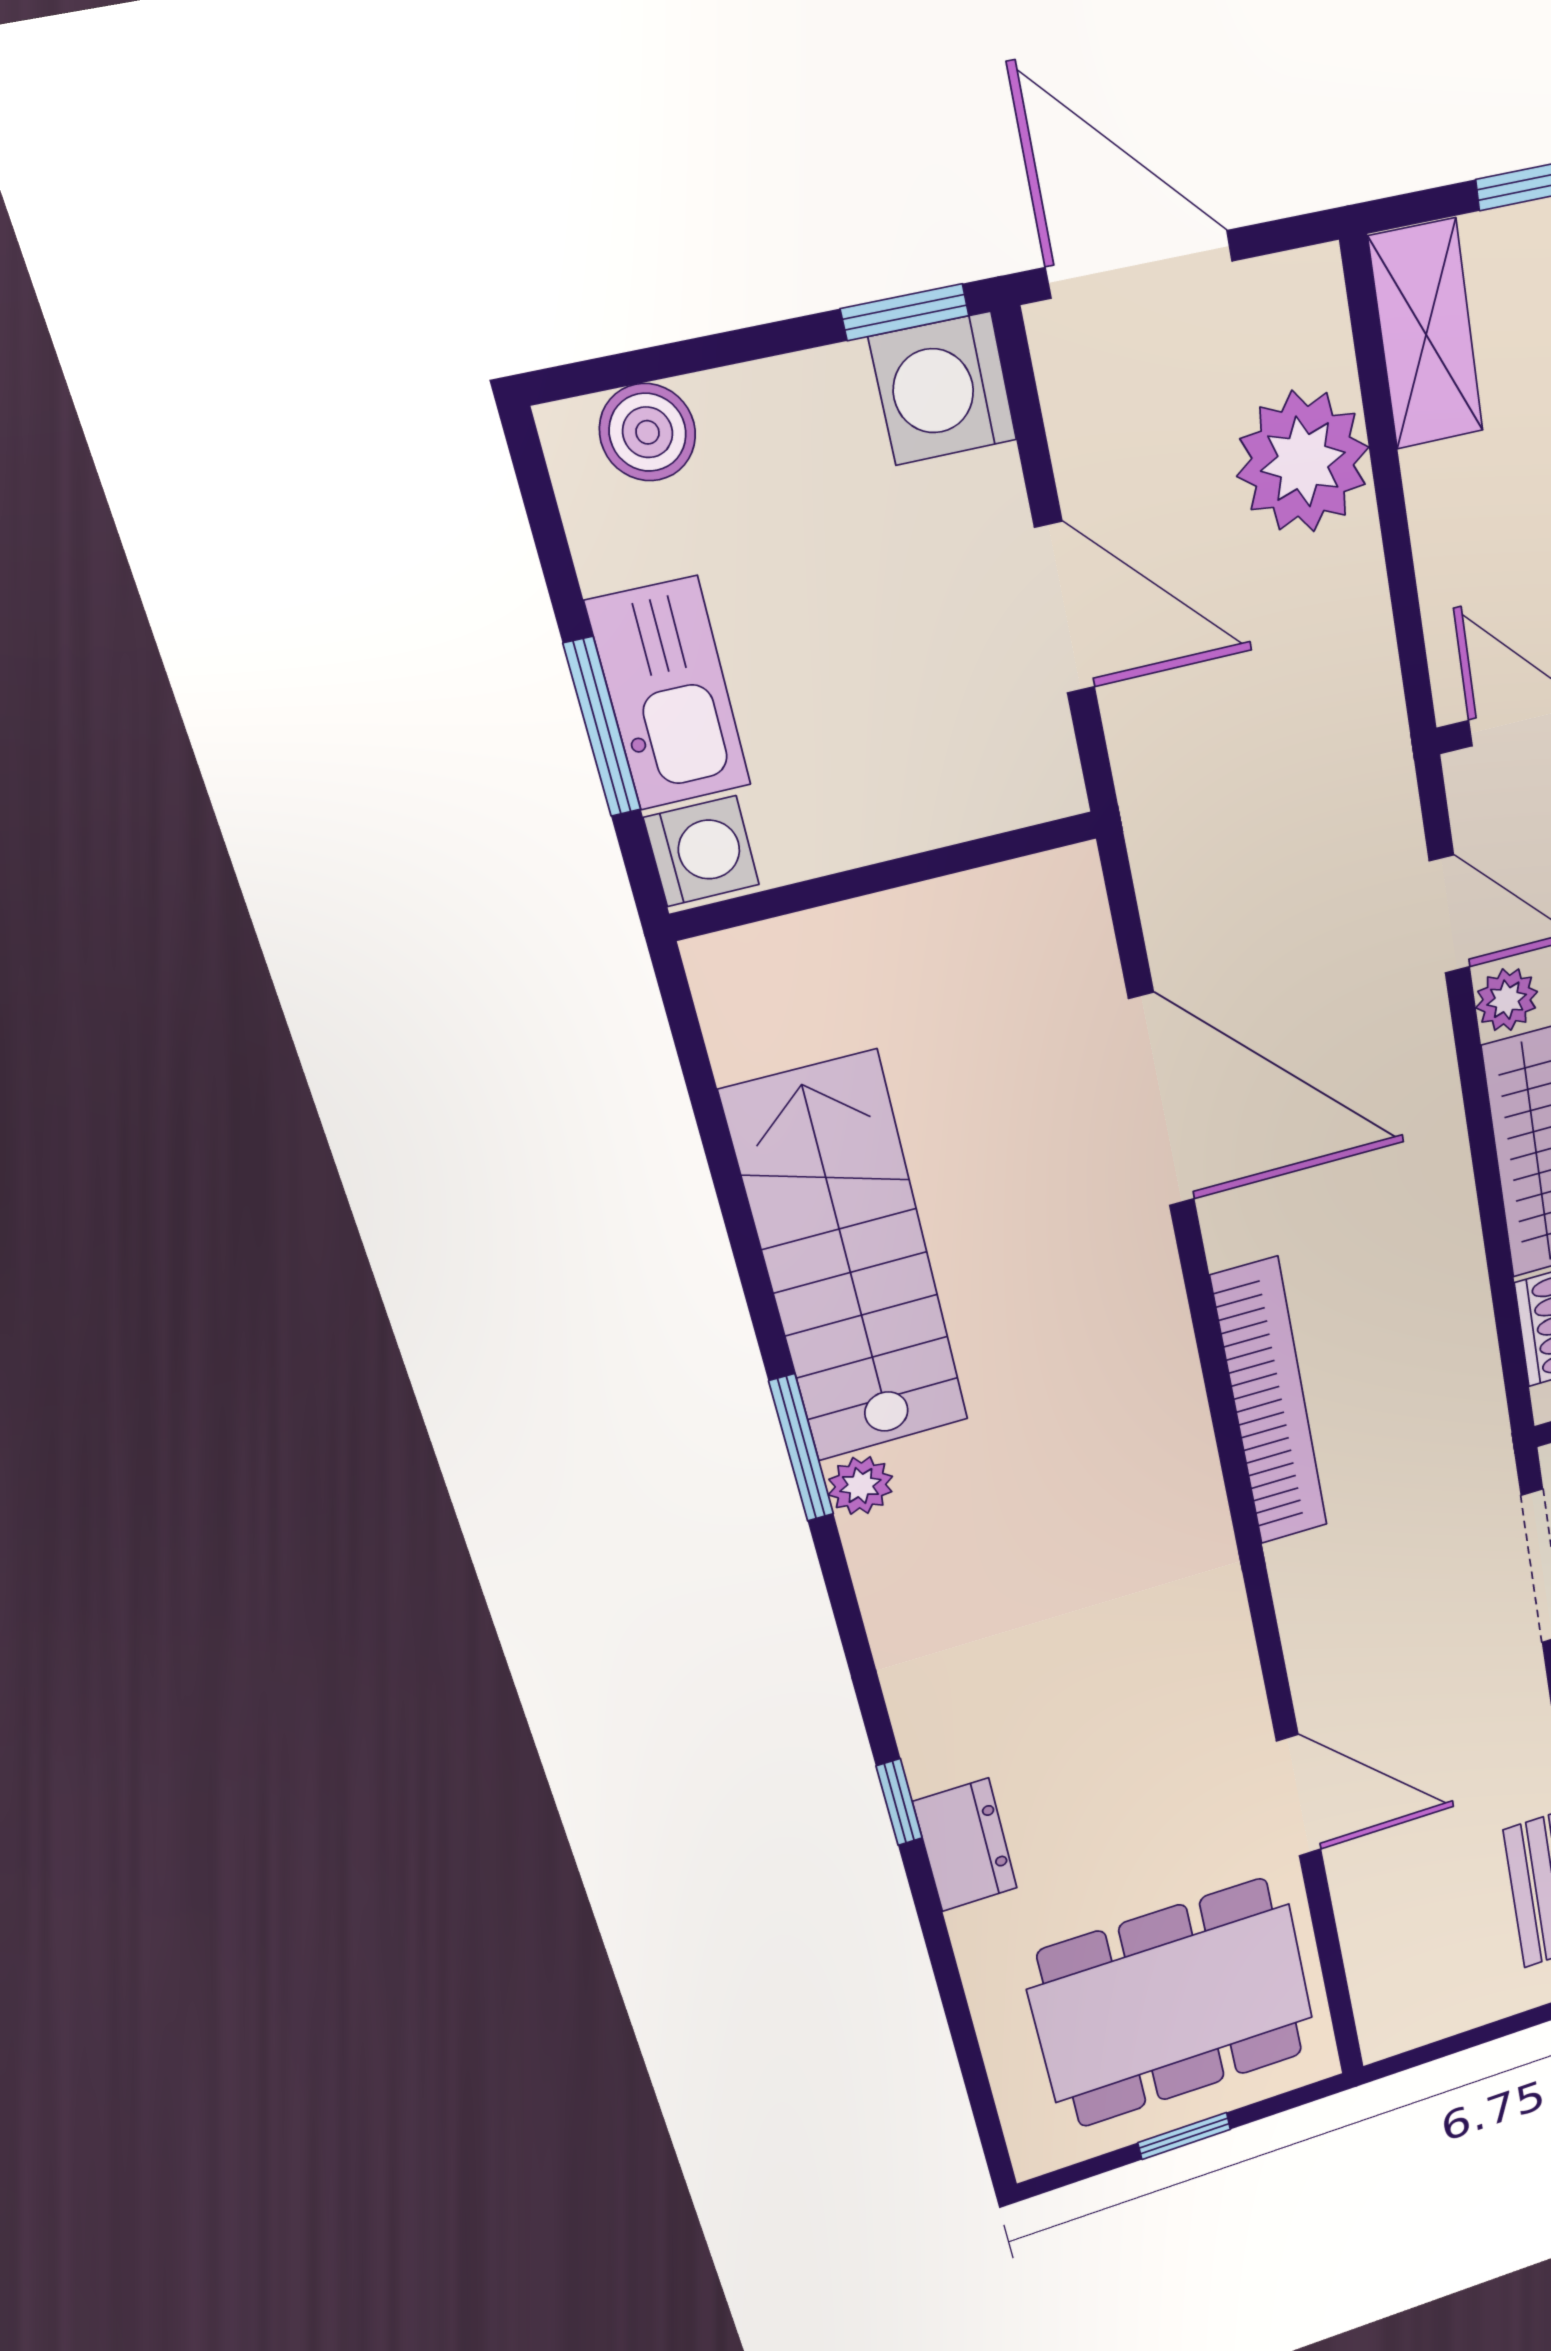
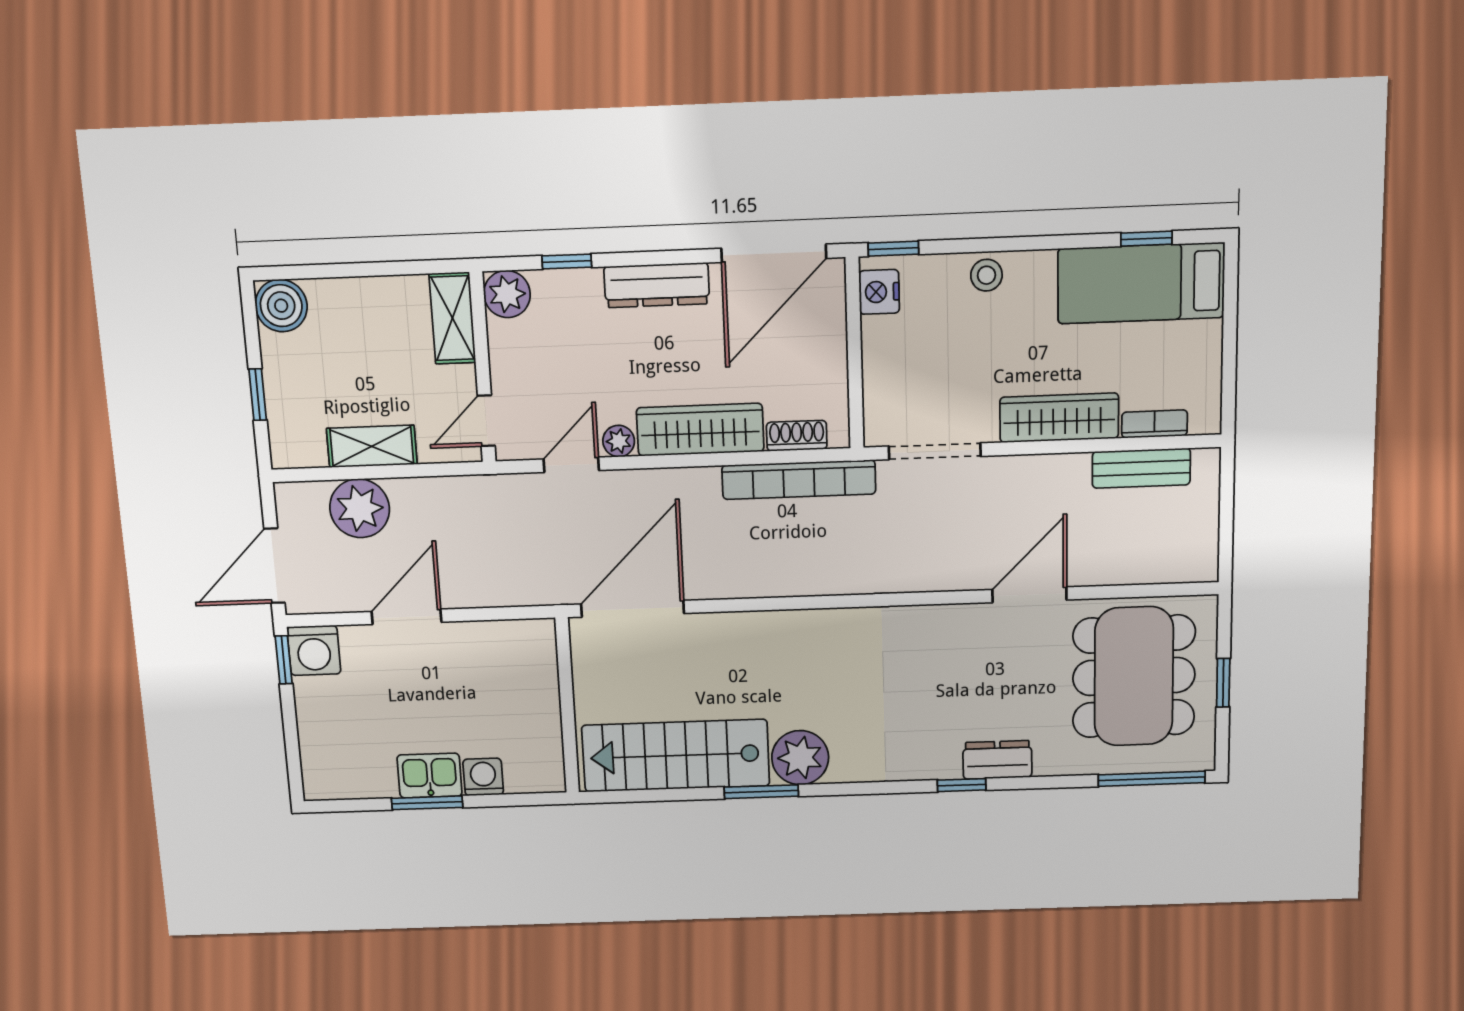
shelving: (1426, 335) -> (372, 446), moved
boiler: (648, 432) -> (318, 763), removed
kitchen sink: (669, 694) -> (430, 776), width x0.73
wall: (886, 876) -> (567, 706), moved
bookcase: (1270, 1403) -> (799, 480), moved, turned 180
plant: (860, 1486) -> (800, 758), width x1.88, depth x1.88
window: (981, 2096) -> (1152, 779), added

